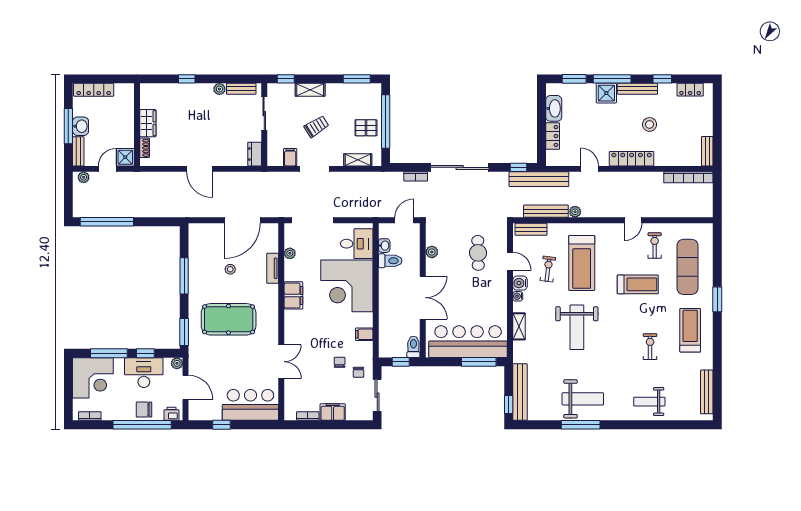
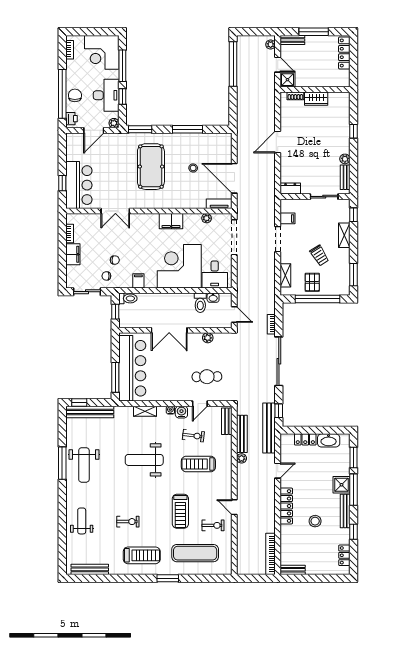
washbasin: (81, 126) -> (314, 42), removed
trolley: (316, 126) -> (319, 255), moved
treadmill: (582, 263) -> (198, 464), width x0.73, depth x0.73
tv unit: (273, 268) -> (219, 204), moved
toilet: (413, 347) -> (128, 298), moved
window: (222, 425) -> (62, 183), moved

